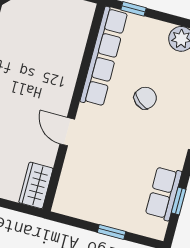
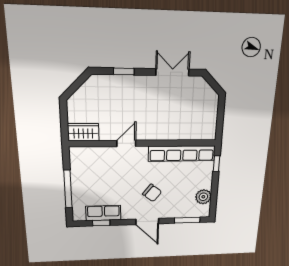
chair: (145, 98) -> (152, 193), moved
window: (112, 232) -> (68, 189), width x2.17

